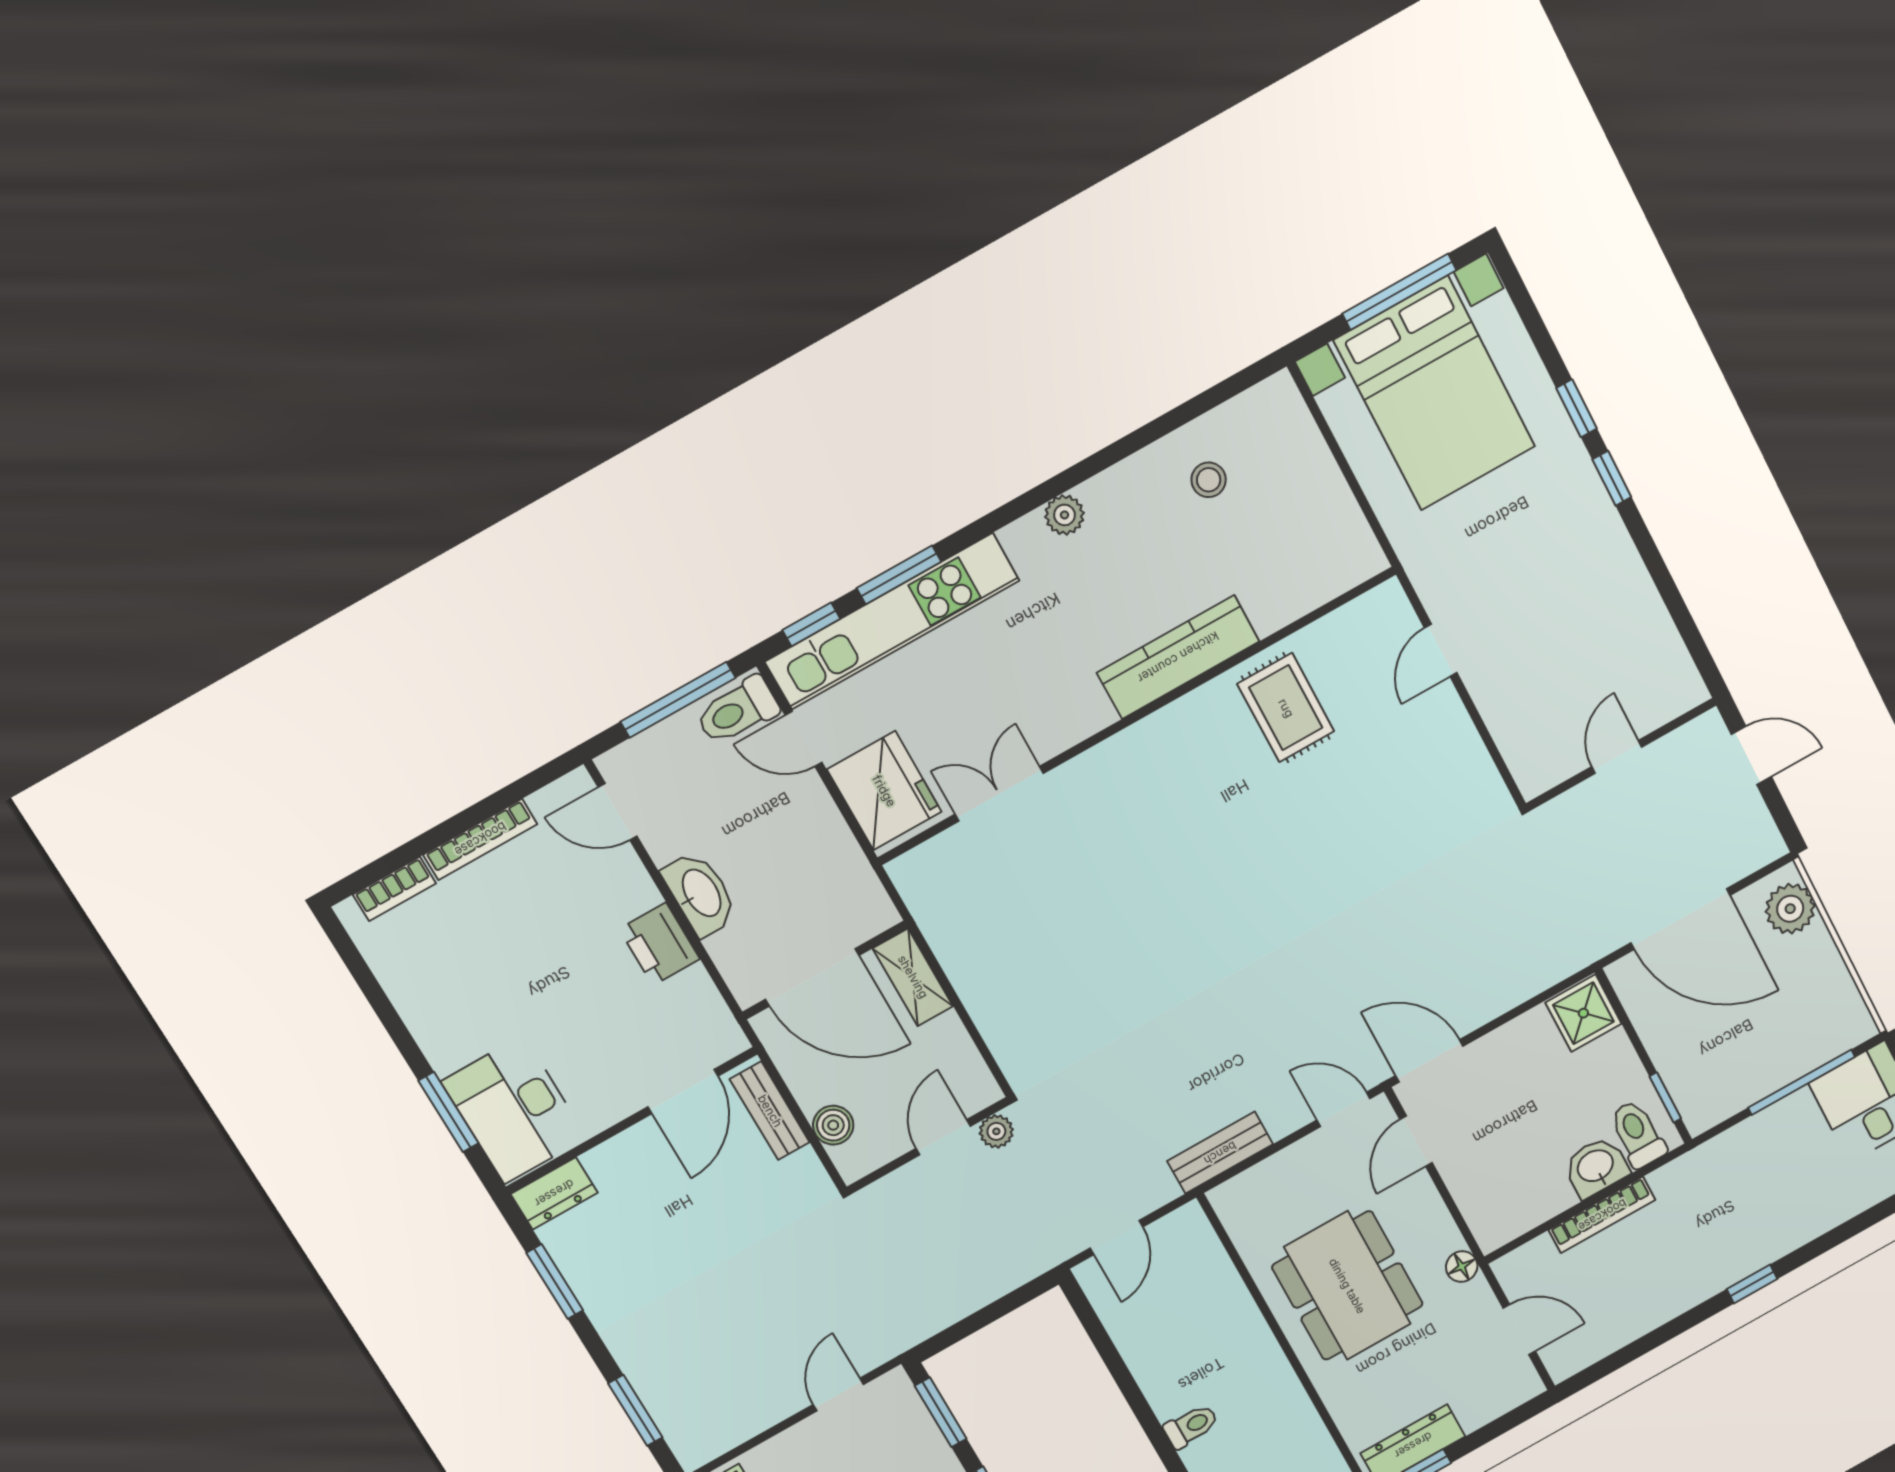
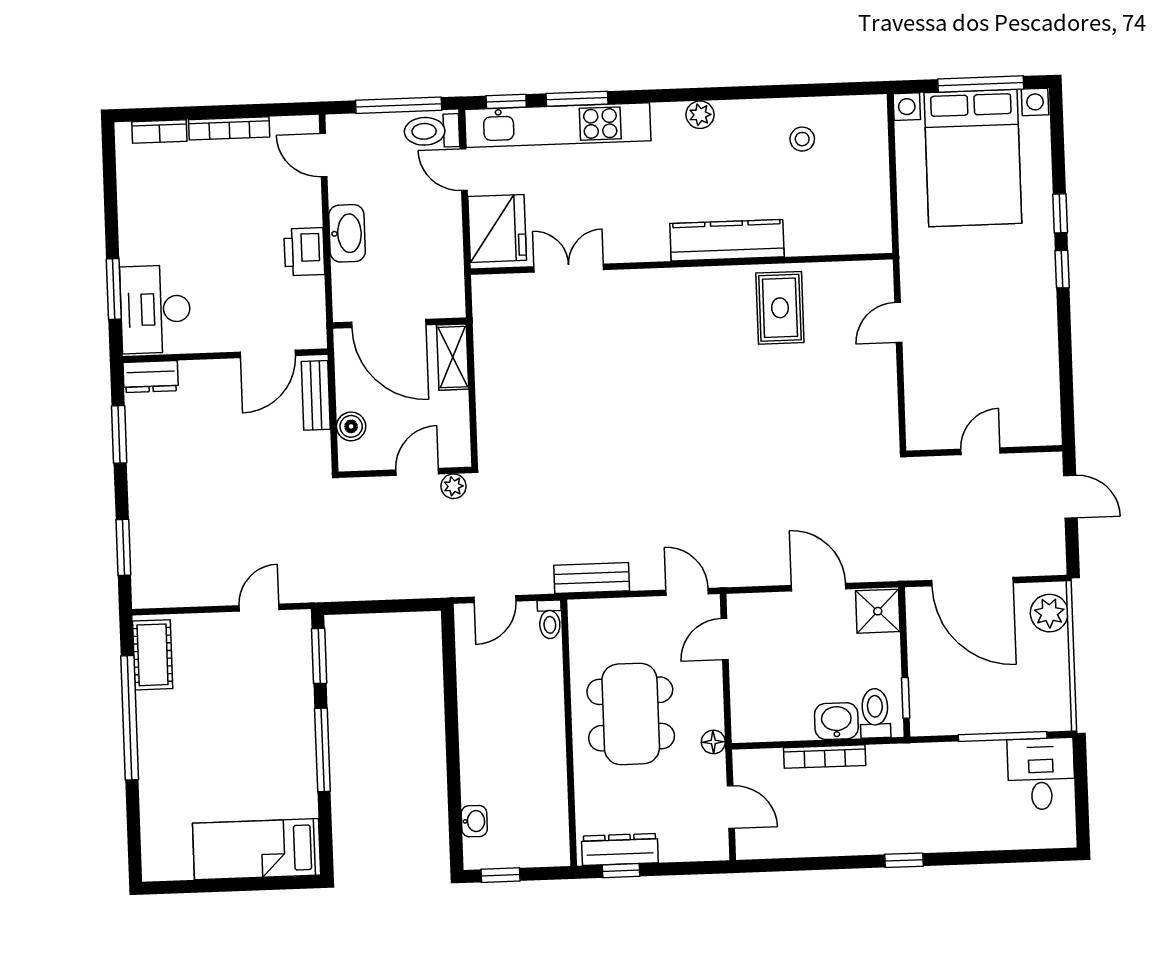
door: (1429, 1061) -> (819, 587), moved
toilet: (1191, 1426) -> (550, 619), moved, turned 90

